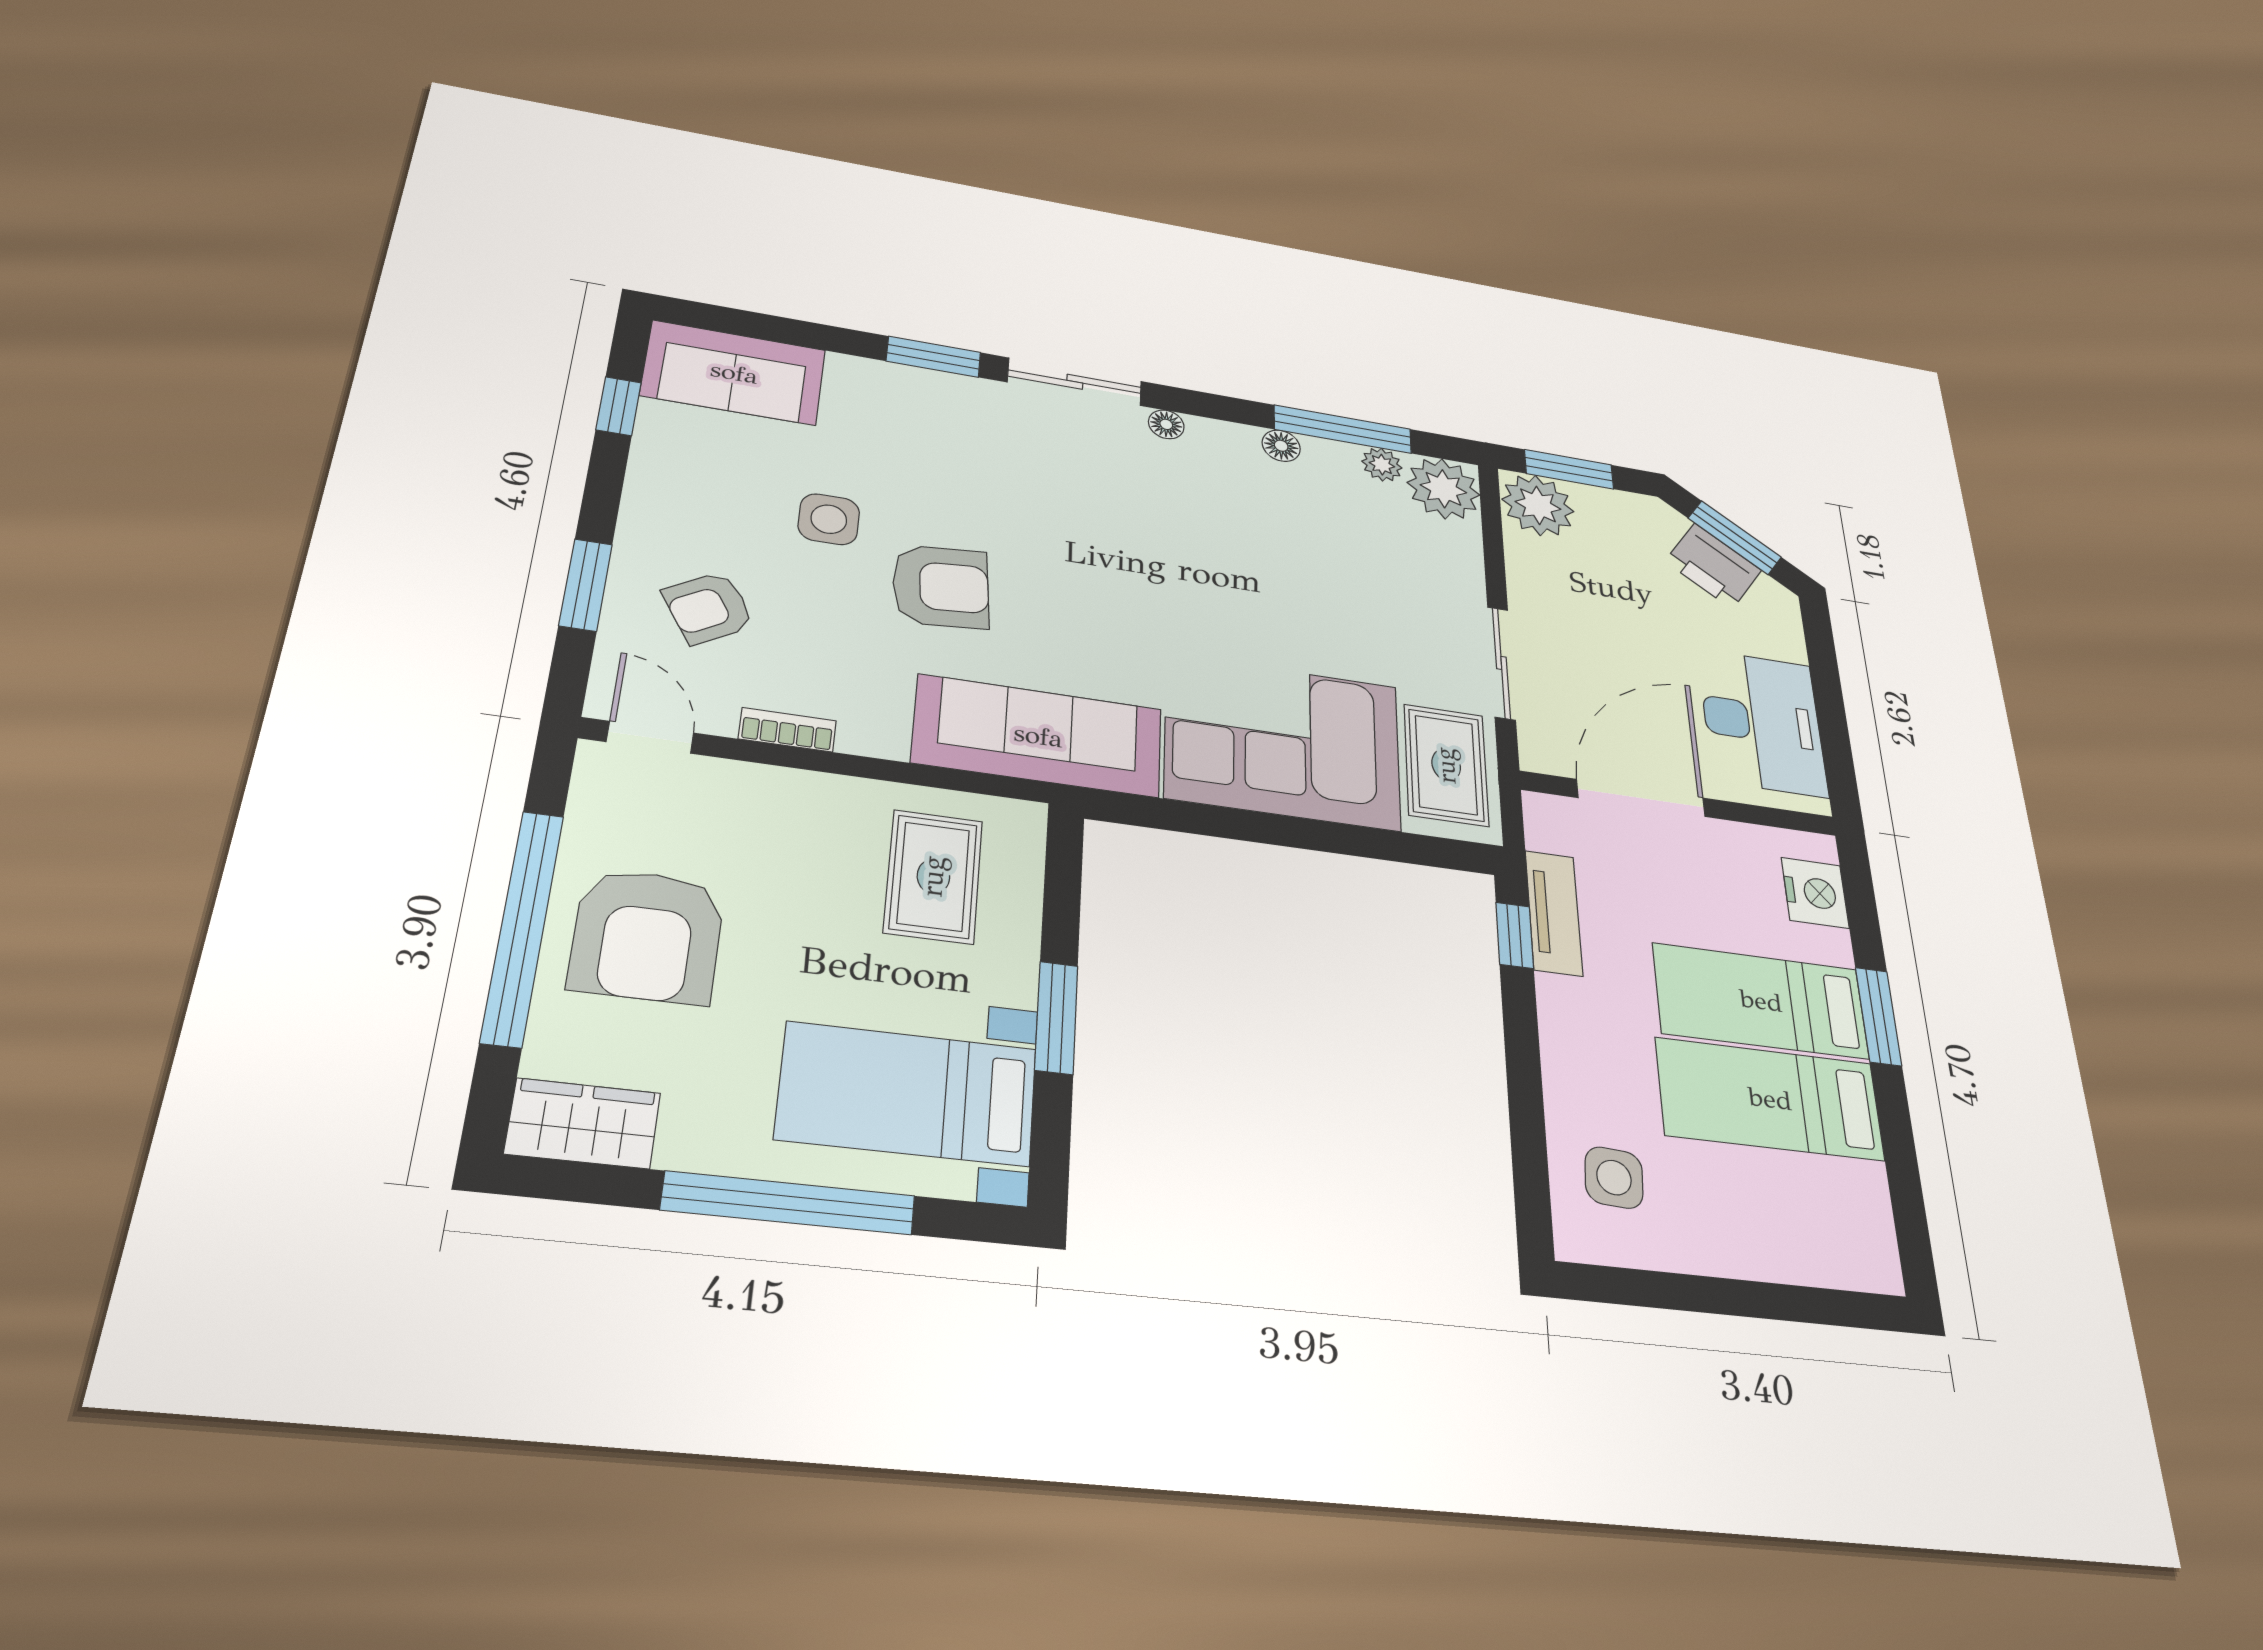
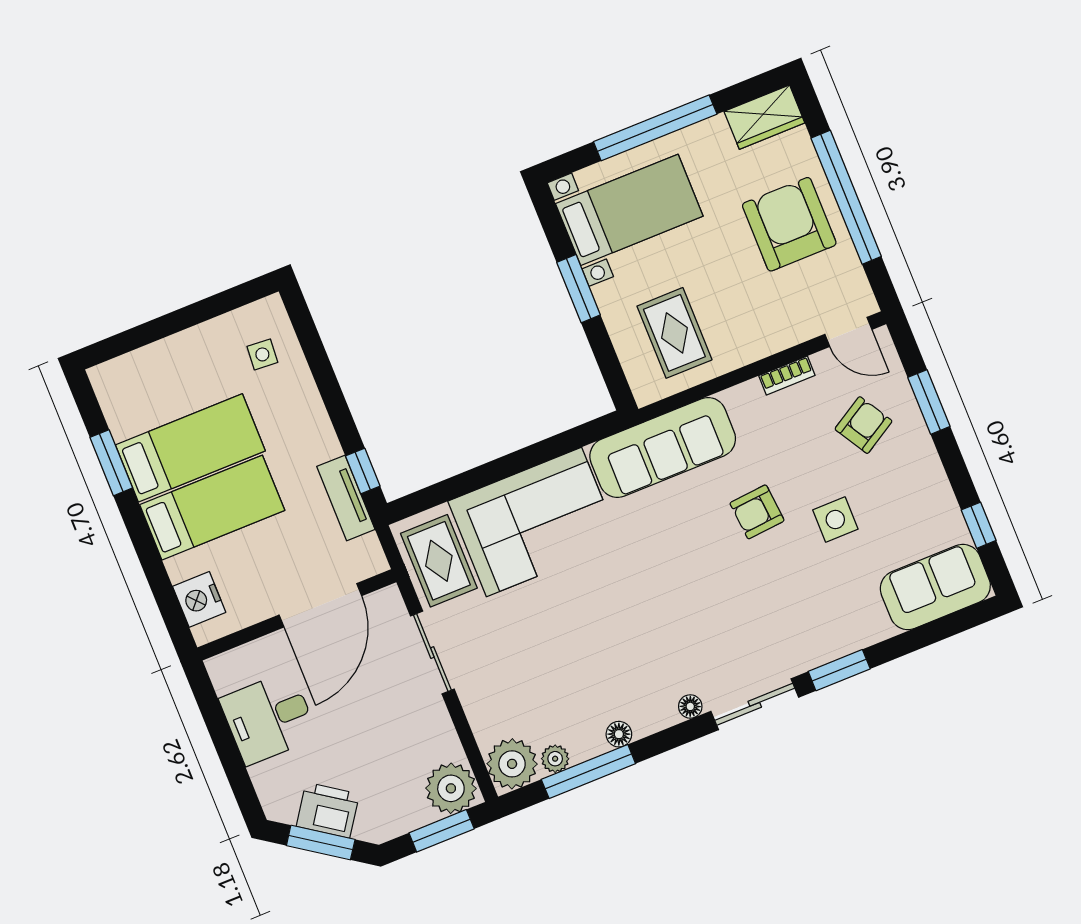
armchair: (941, 587) -> (757, 512), width x0.72, depth x0.72
desk: (1762, 722) -> (269, 718), width x0.73
window: (1878, 1016) -> (111, 463), moved
side table: (1614, 1178) -> (262, 354), width x0.73, depth x0.73

